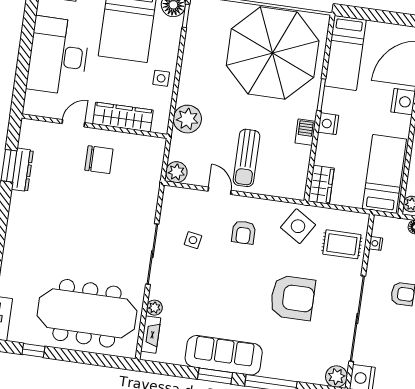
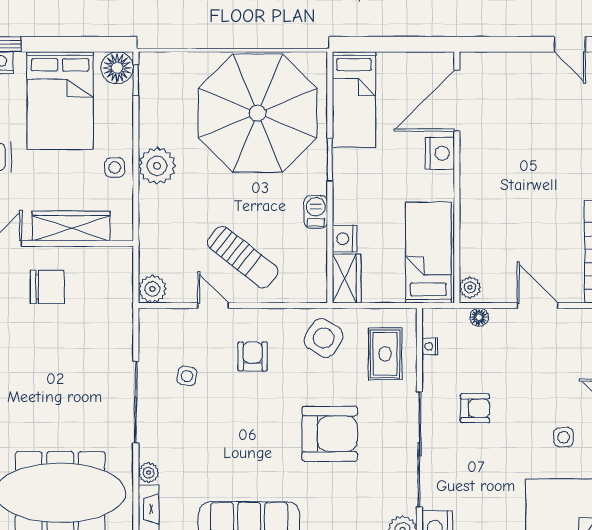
plant: (187, 119) -> (157, 166), moved
nightstand: (328, 124) -> (345, 239), moved
sun lounger: (246, 158) -> (243, 257), turned -52
armchair: (244, 232) -> (253, 356), turned 180
rug: (342, 244) -> (385, 354), turned 90

